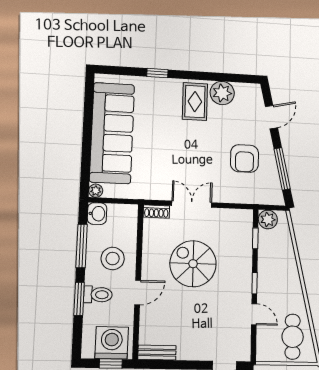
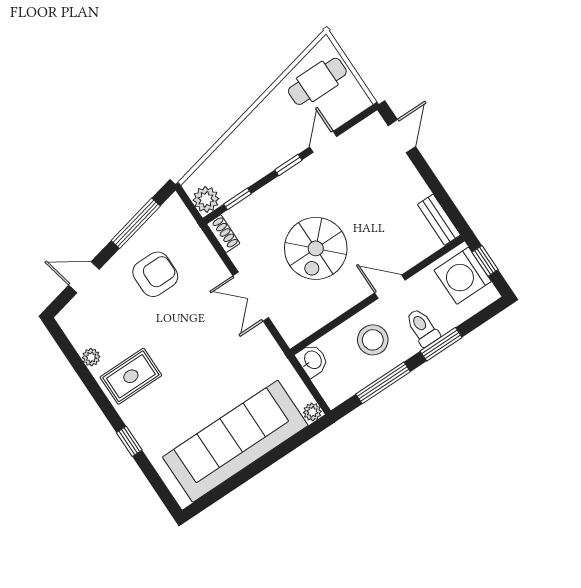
plant: (222, 93) -> (91, 357), width x0.53, depth x0.53
shoe rack: (156, 212) -> (223, 234), moved
washbasin: (97, 214) -> (312, 360), moved, turned 90

